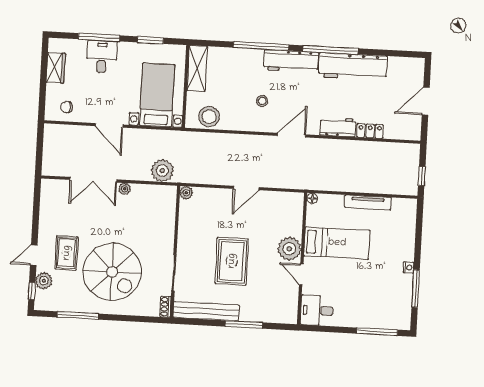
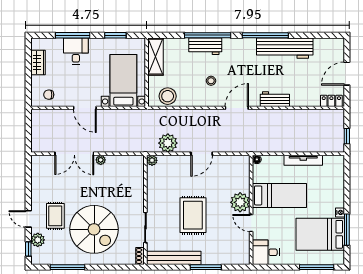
workbench: (291, 61) -> (205, 46), moved, width x0.73
locker: (370, 131) -> (331, 101), moved
plant: (162, 171) -> (168, 143), moved
door: (34, 255) -> (28, 219), hinge flipped
bed: (383, 292) -> (320, 234), added

